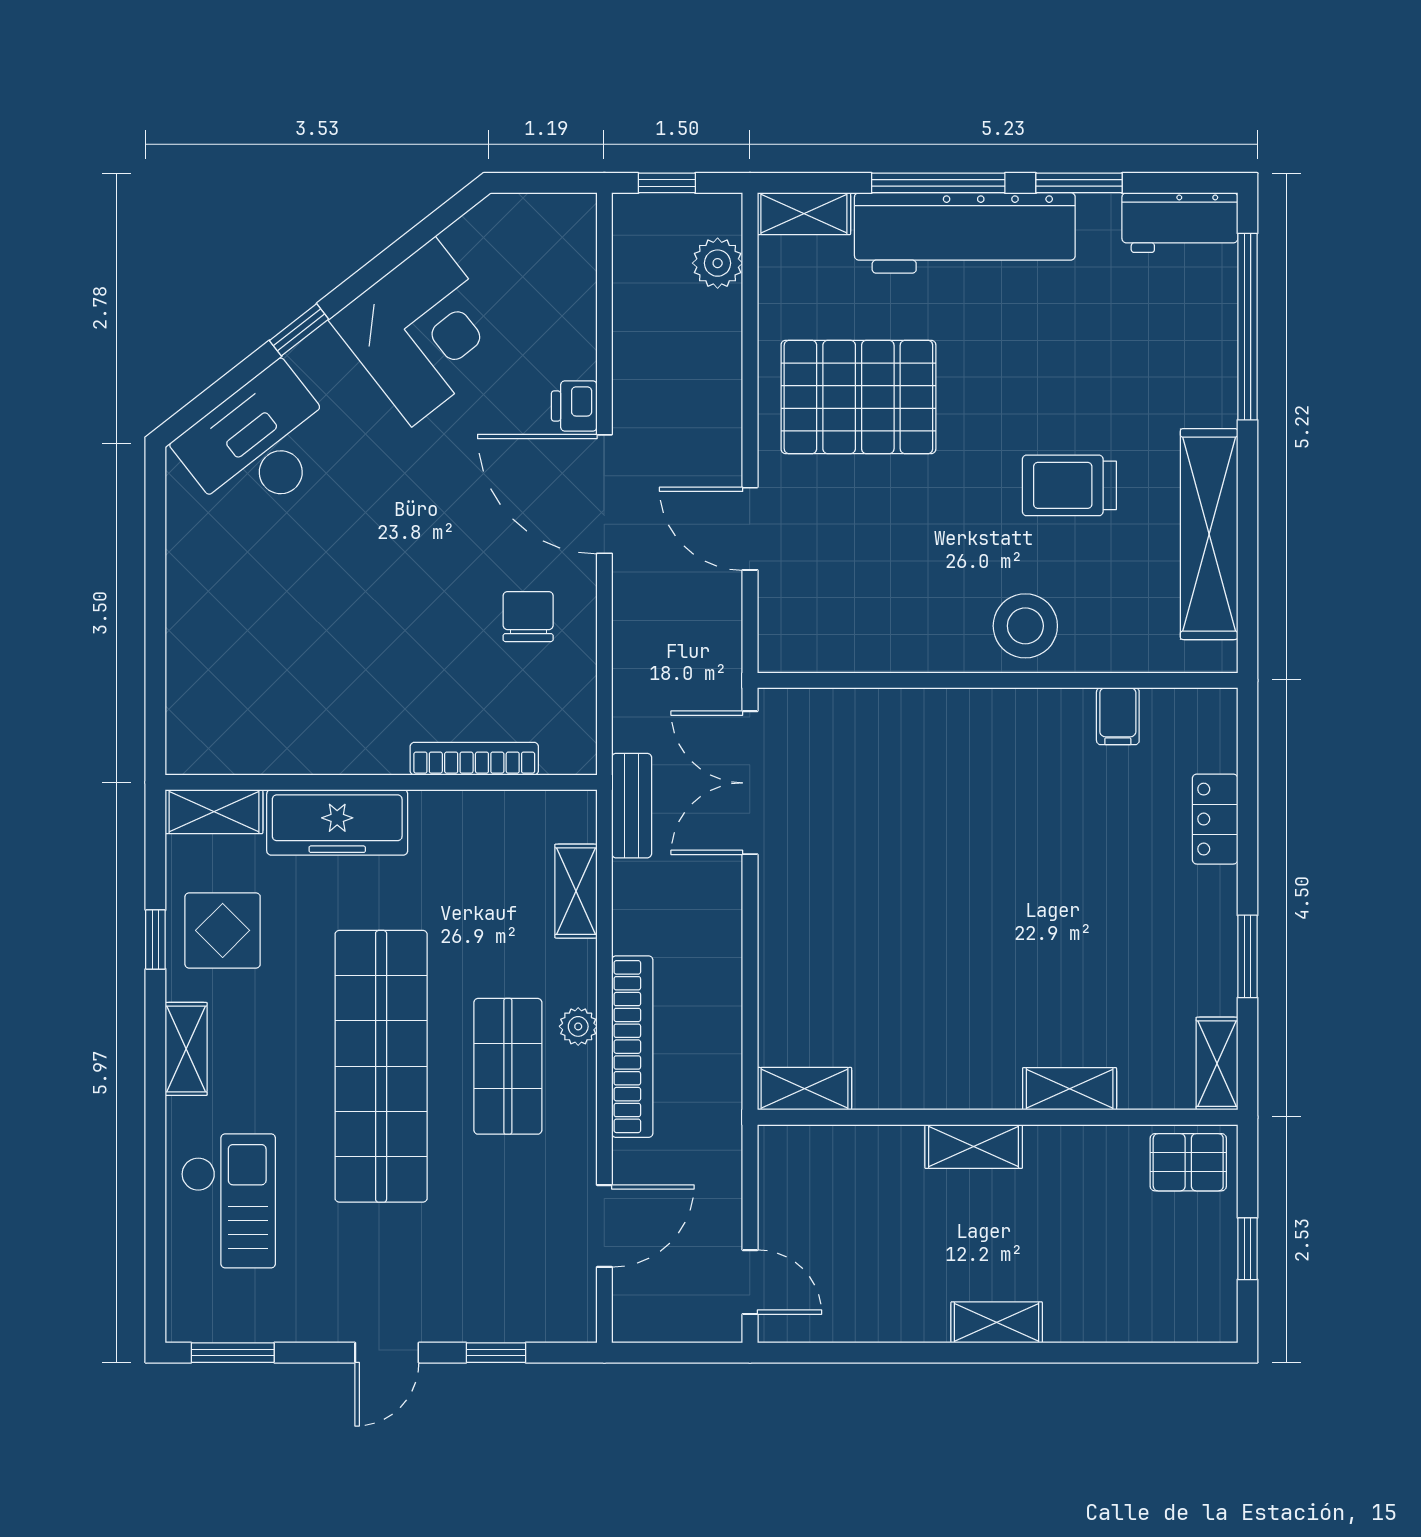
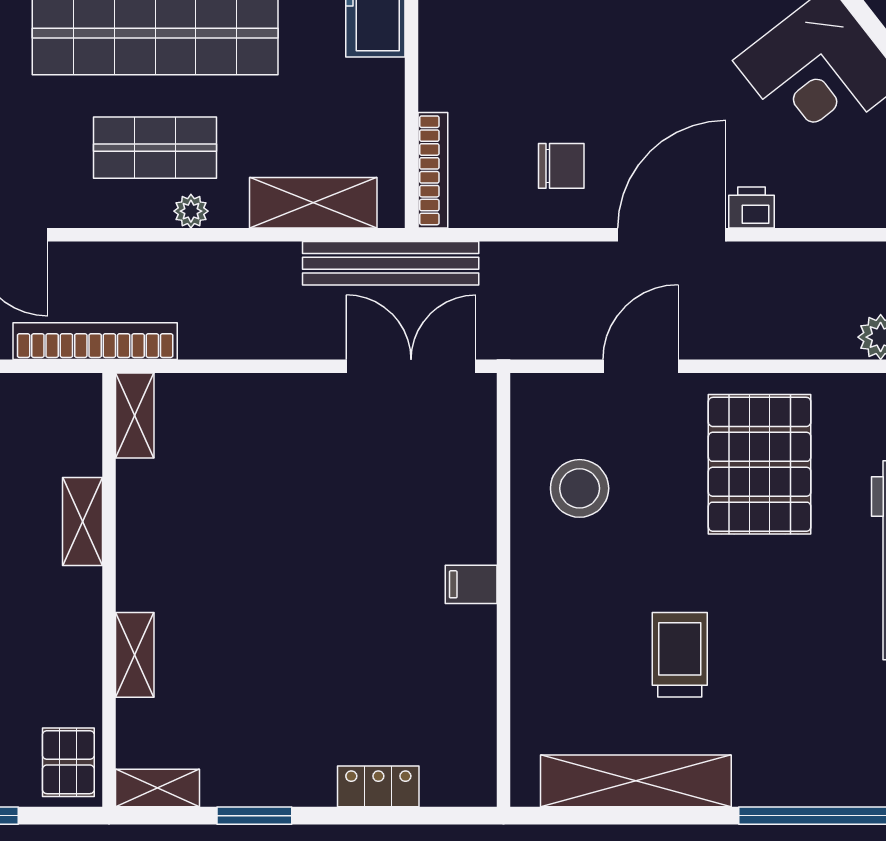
stool: (1025, 626) -> (580, 488), moved
filing cabinet: (1118, 716) -> (471, 584), moved
bookcase: (474, 759) -> (433, 170), moved
bench: (632, 806) -> (391, 263), width x1.86, depth x1.21
shelving: (576, 891) -> (313, 203), width x1.50, depth x1.33
bookcase: (632, 1047) -> (95, 341), moved, turned 180
shelving: (974, 1147) -> (83, 521), moved

